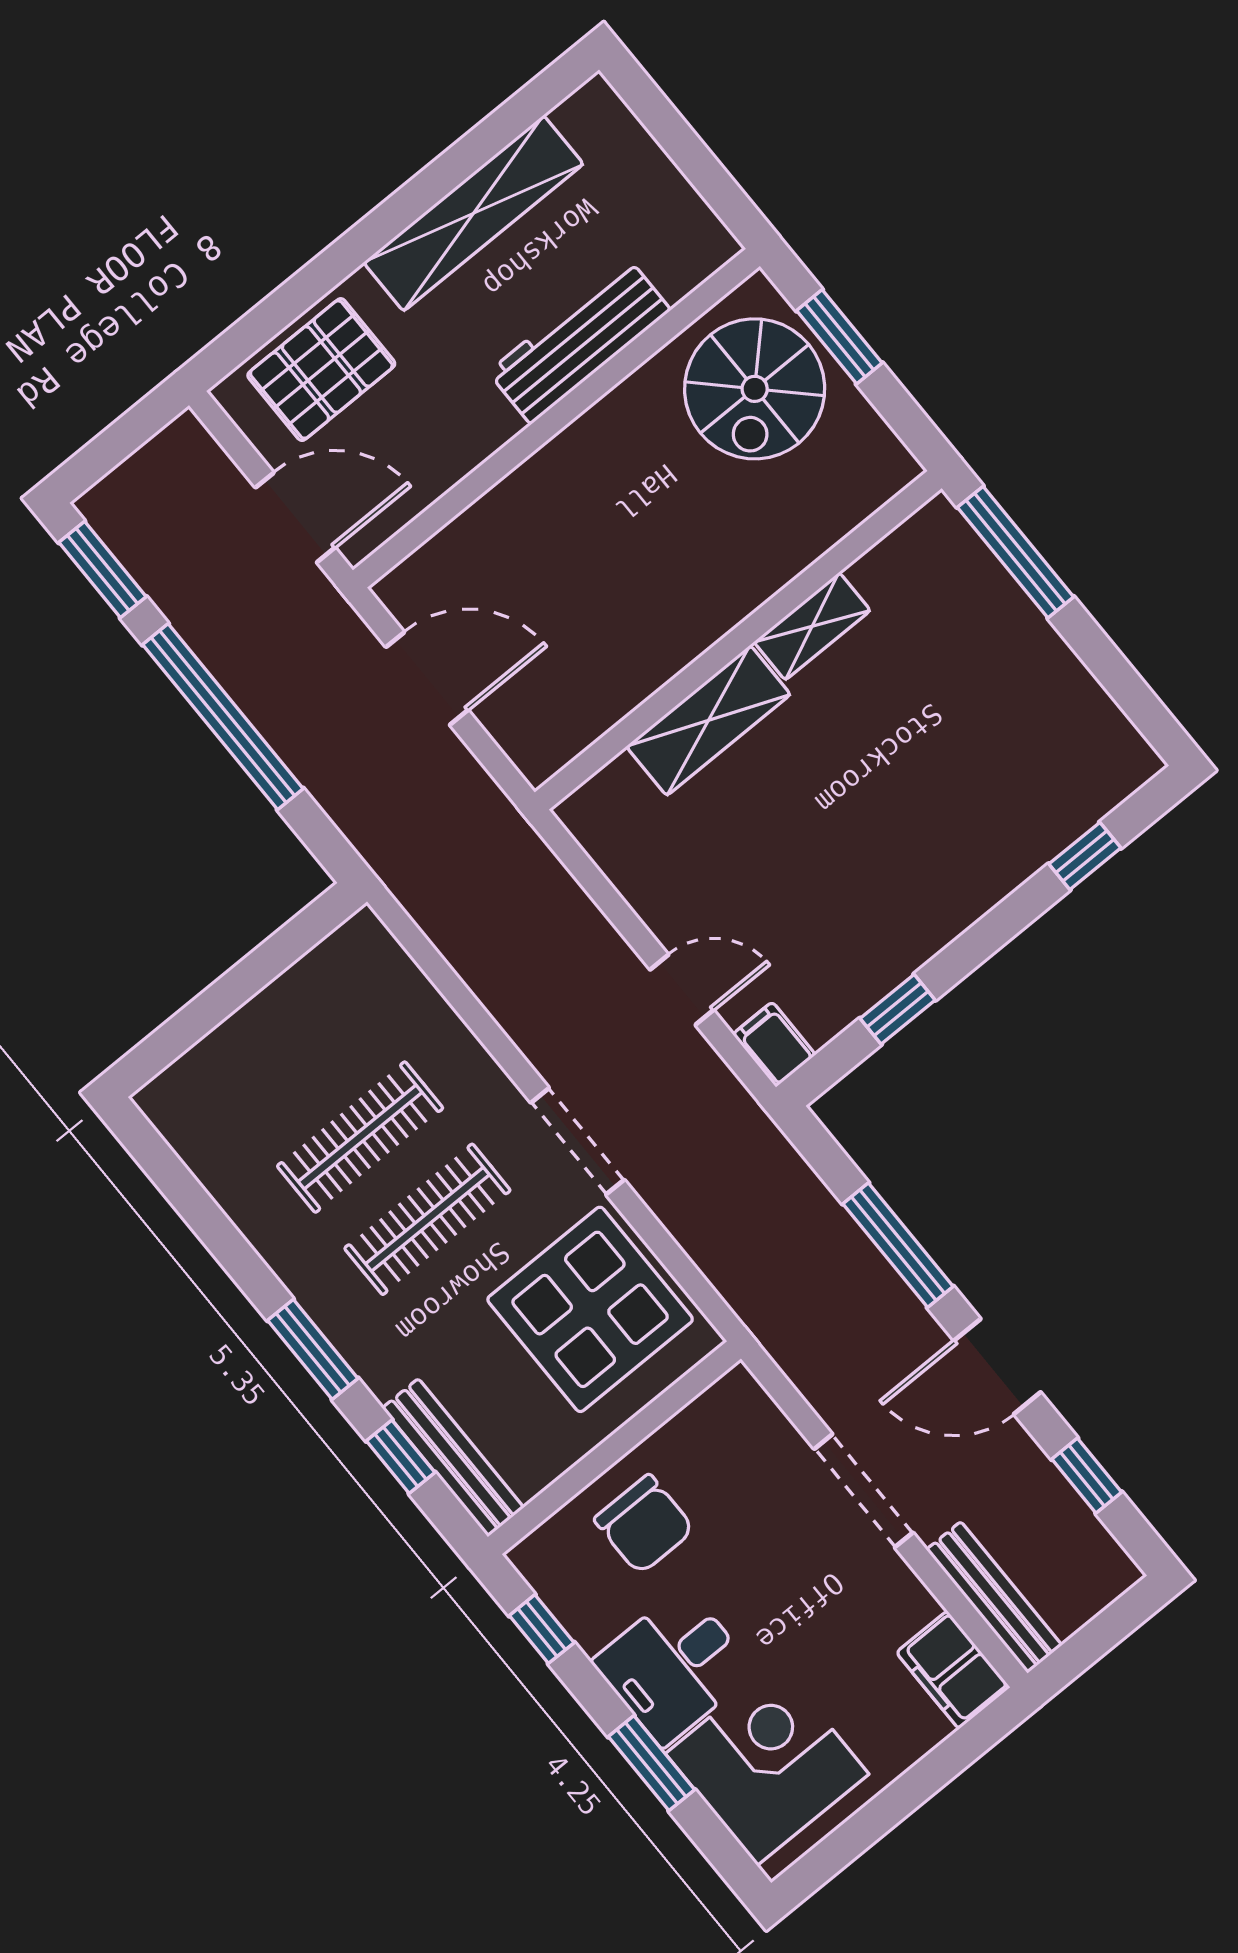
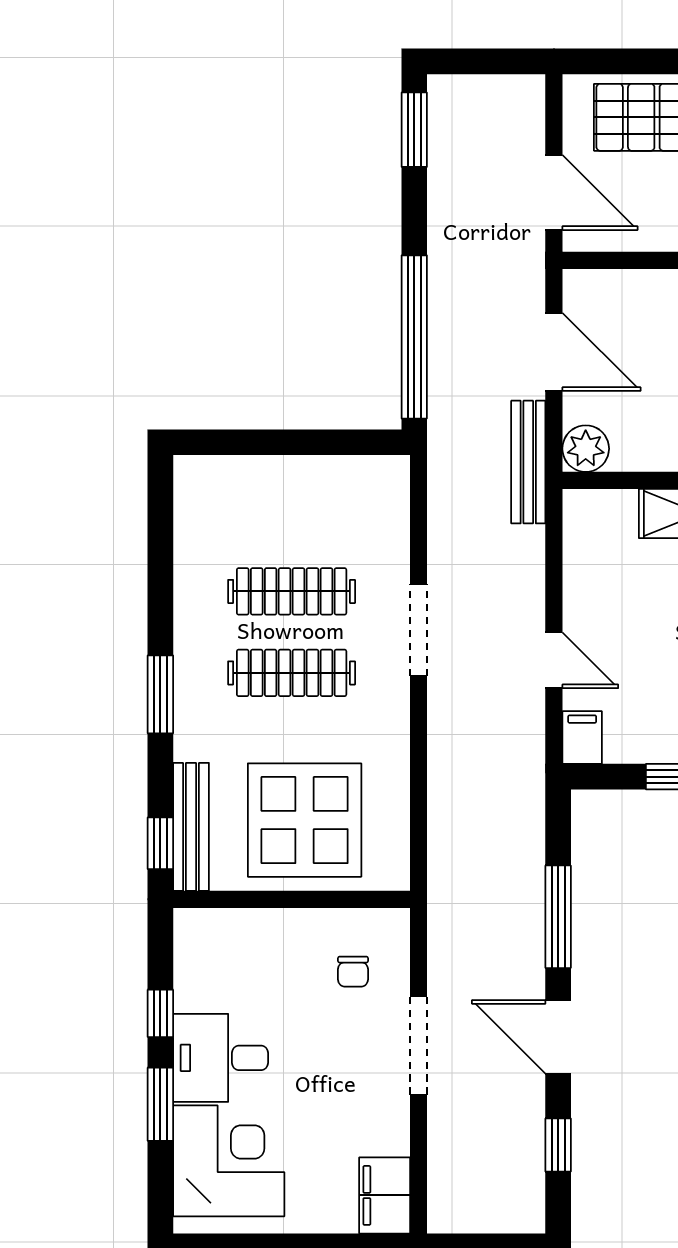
window: (223, 717) -> (414, 337), moved
plant: (539, 750) -> (586, 449), added
doorway: (578, 1141) -> (419, 630), moved
display table: (590, 1309) -> (305, 820), moved
window: (401, 1457) -> (160, 843), moved
chair: (644, 1524) -> (353, 972), moved, width x0.54, depth x0.54
bench: (994, 1597) -> (528, 462), moved
window: (542, 1629) -> (160, 1013), moved

